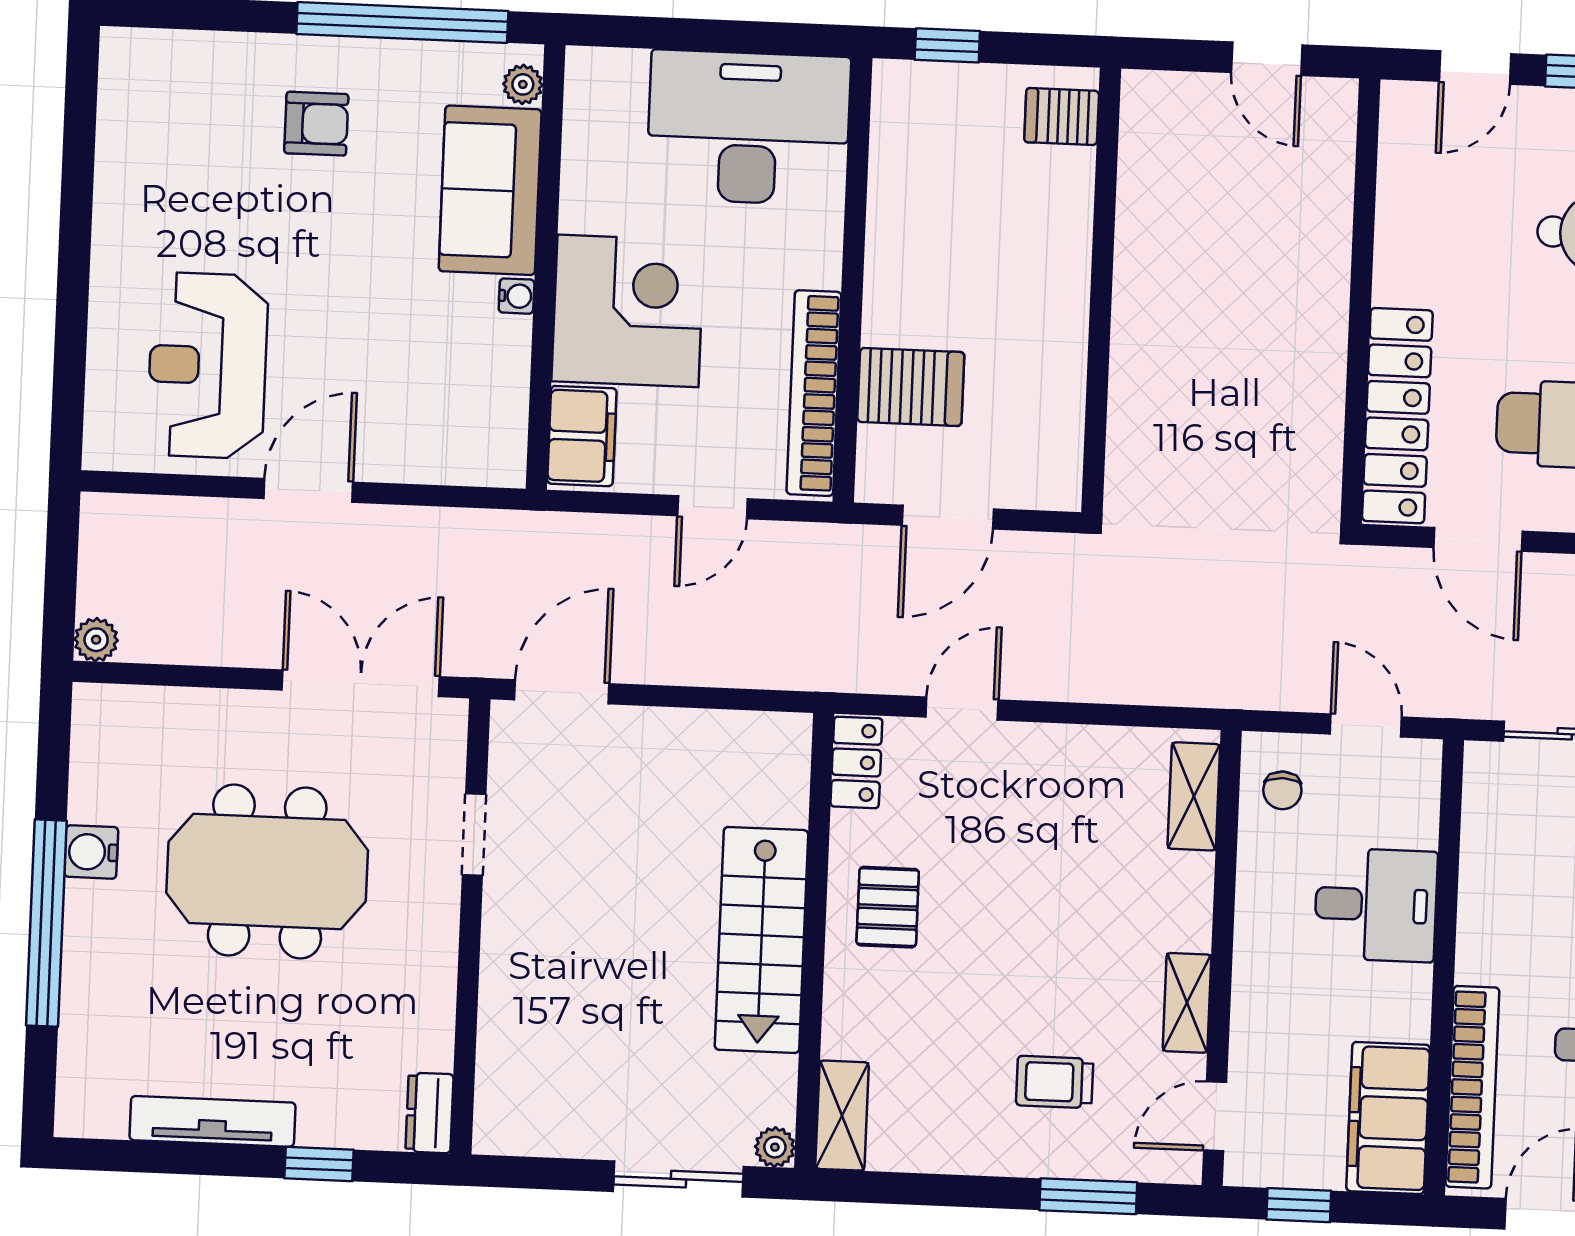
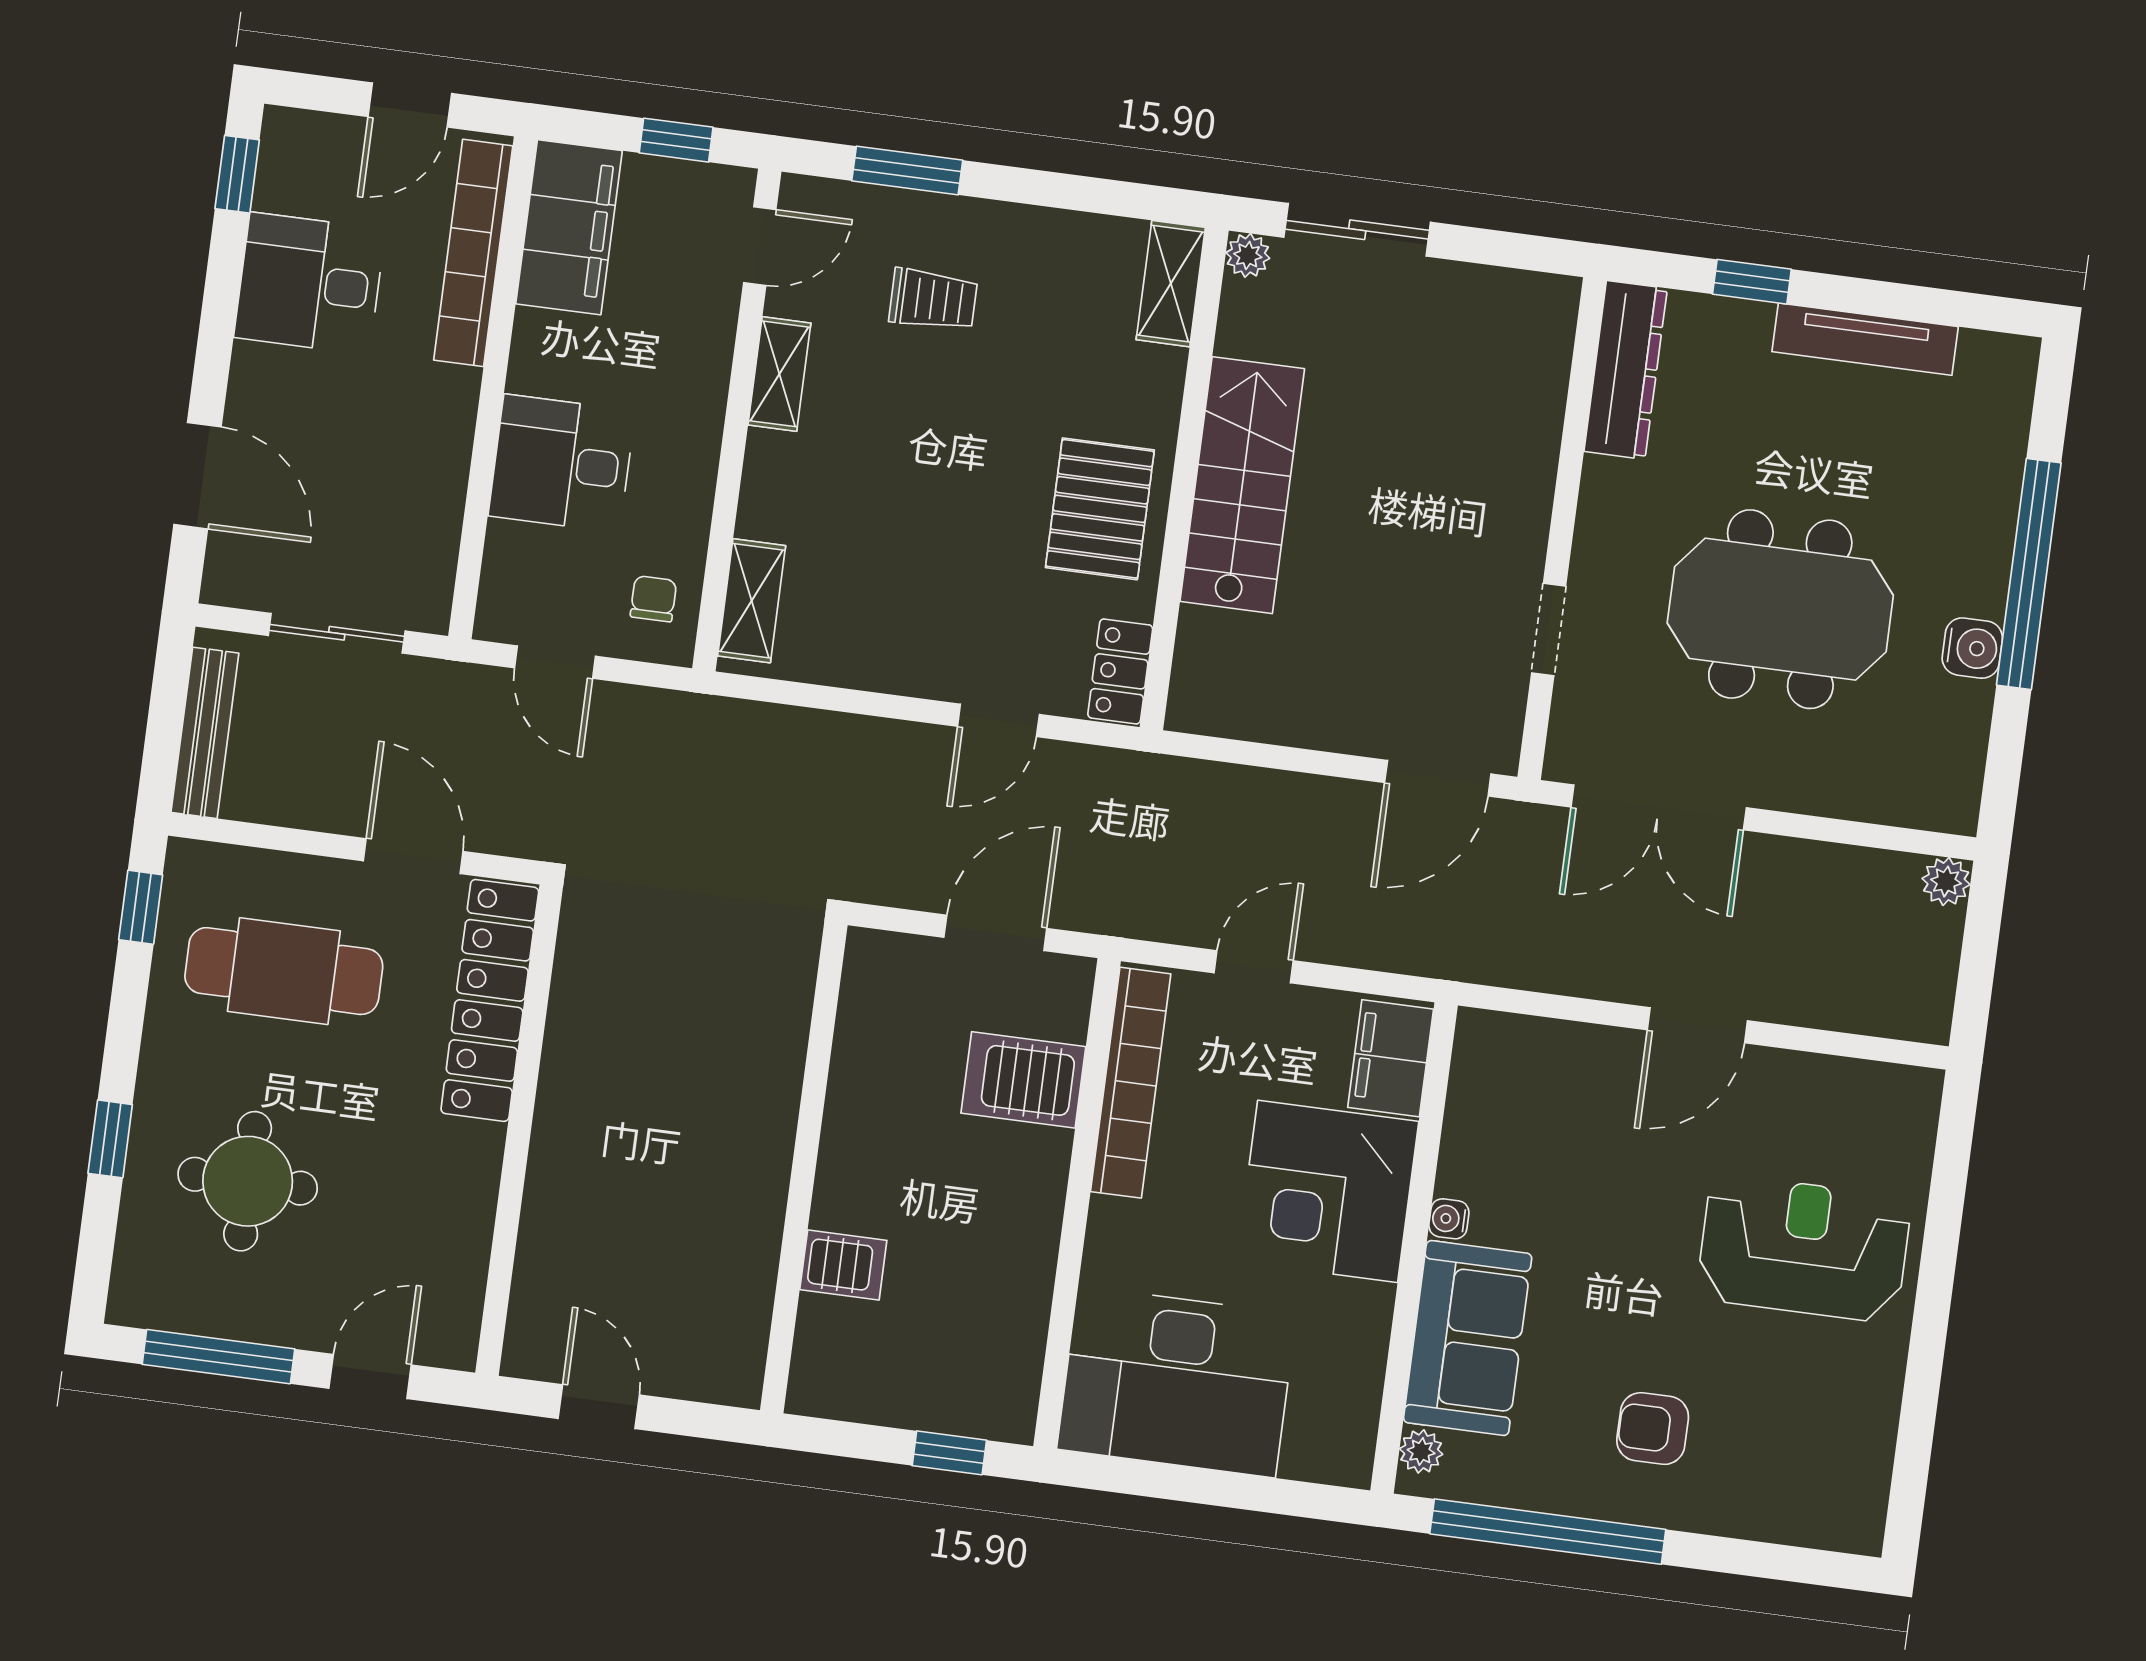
server rack: (1062, 117) -> (843, 1265), moved
reception desk: (208, 365) -> (1804, 1248), moved, turned -90
pallet: (888, 907) -> (1100, 509), width x1.50, depth x1.42
dresser: (429, 1113) -> (1626, 370), width x1.96, depth x1.24

